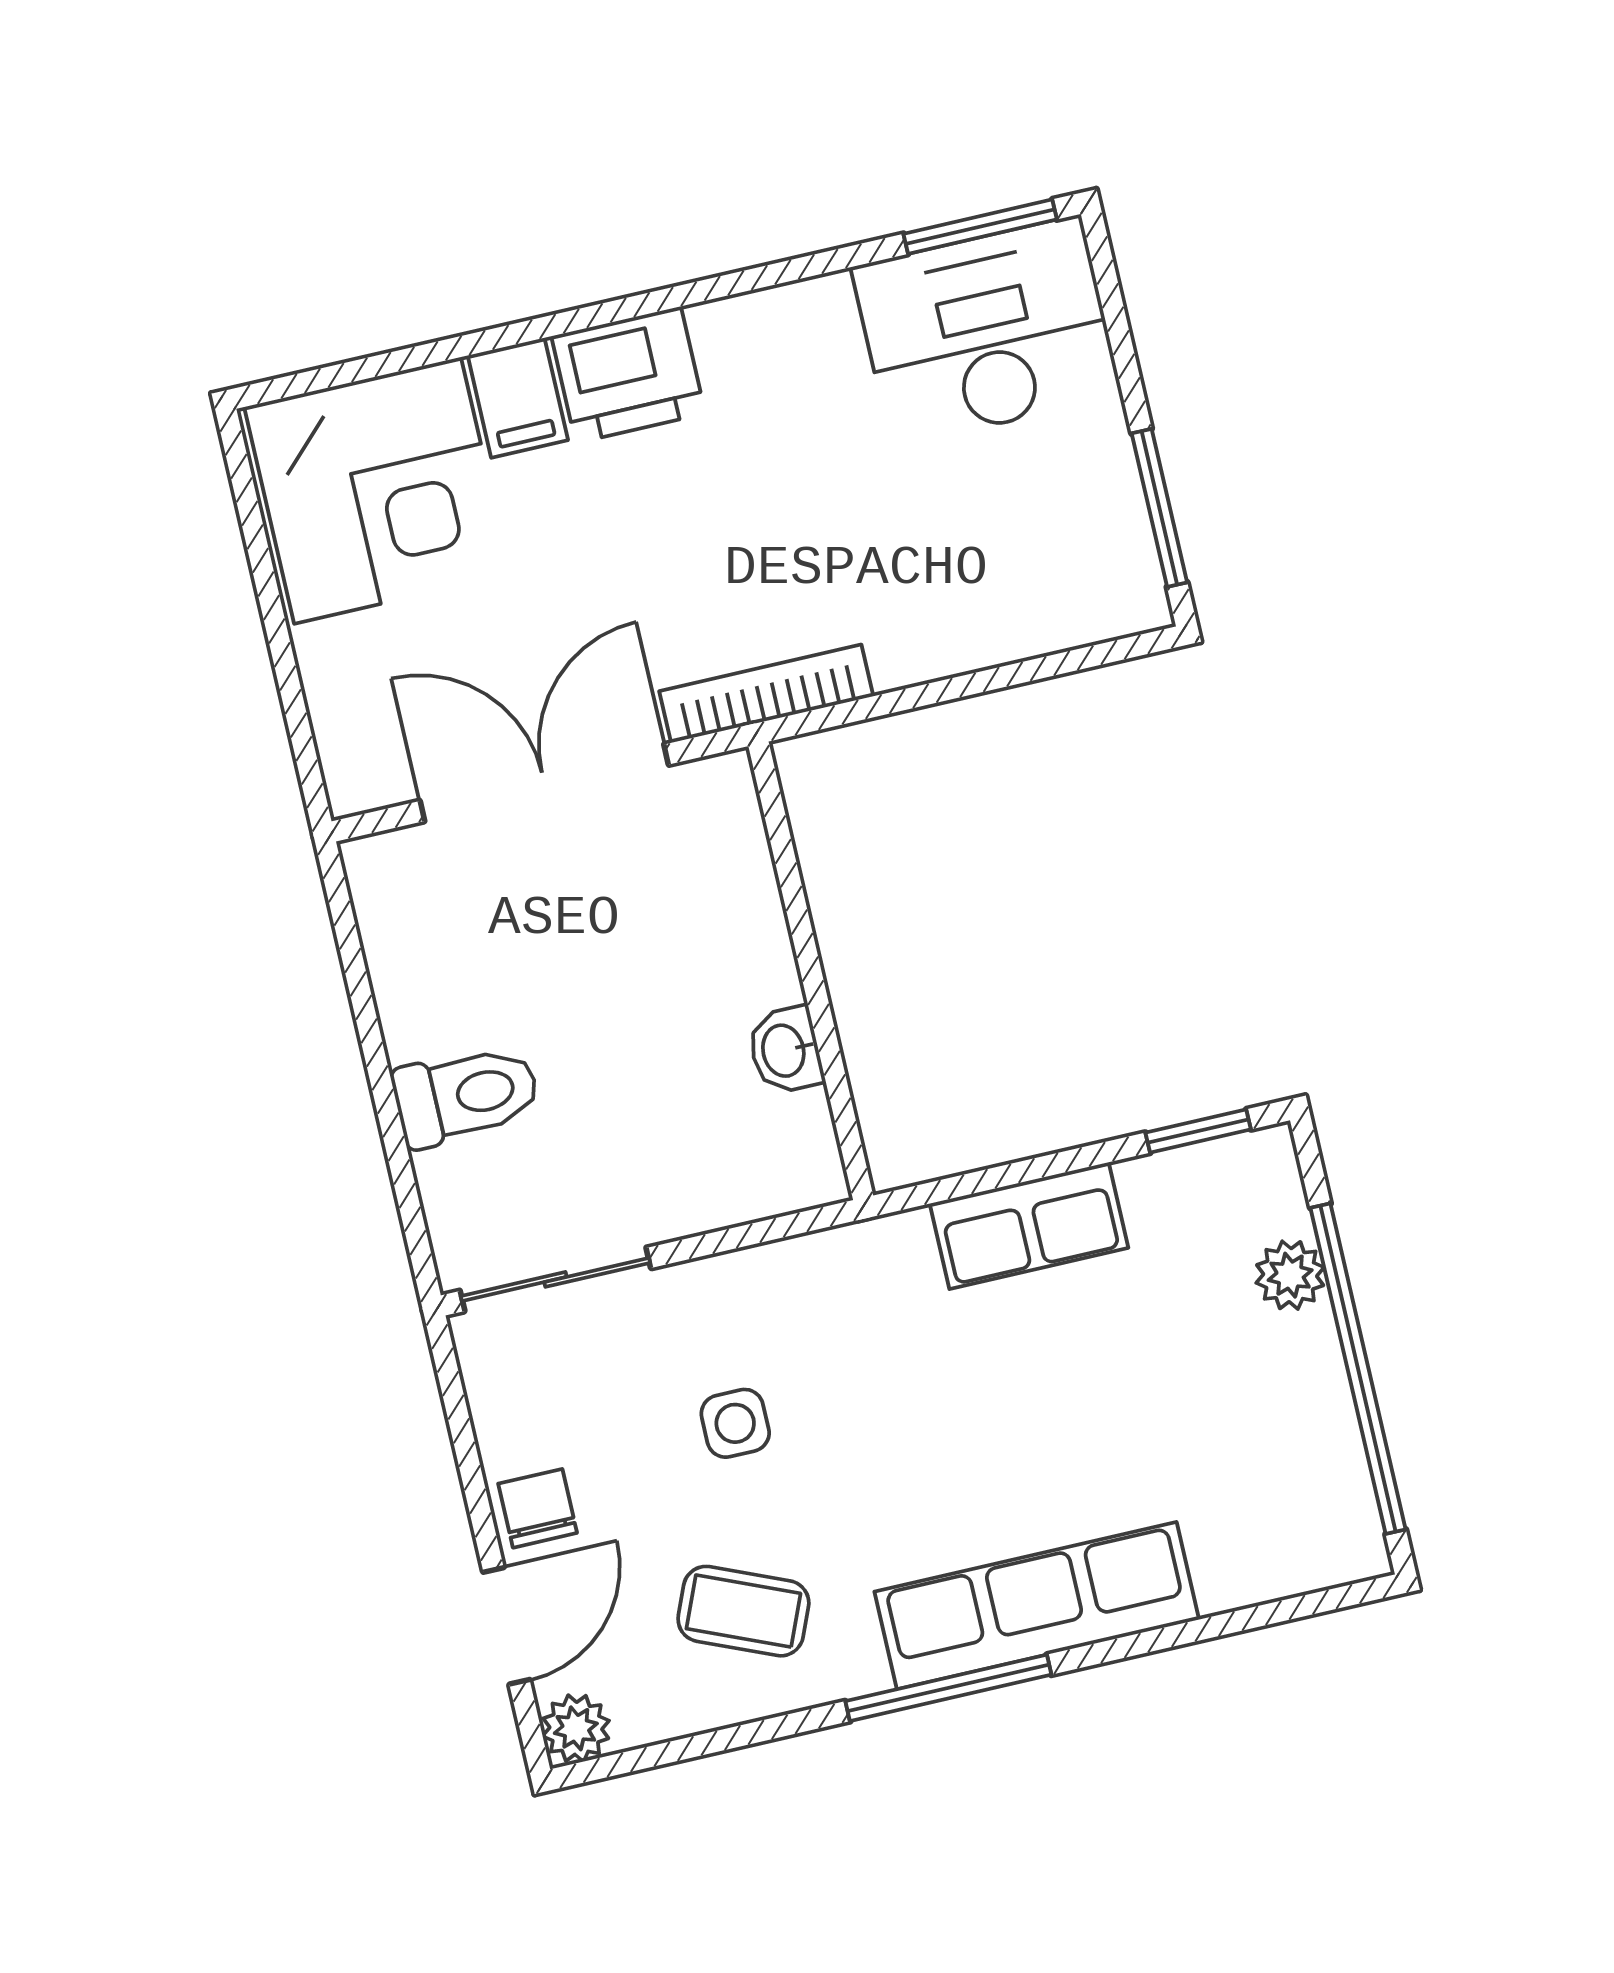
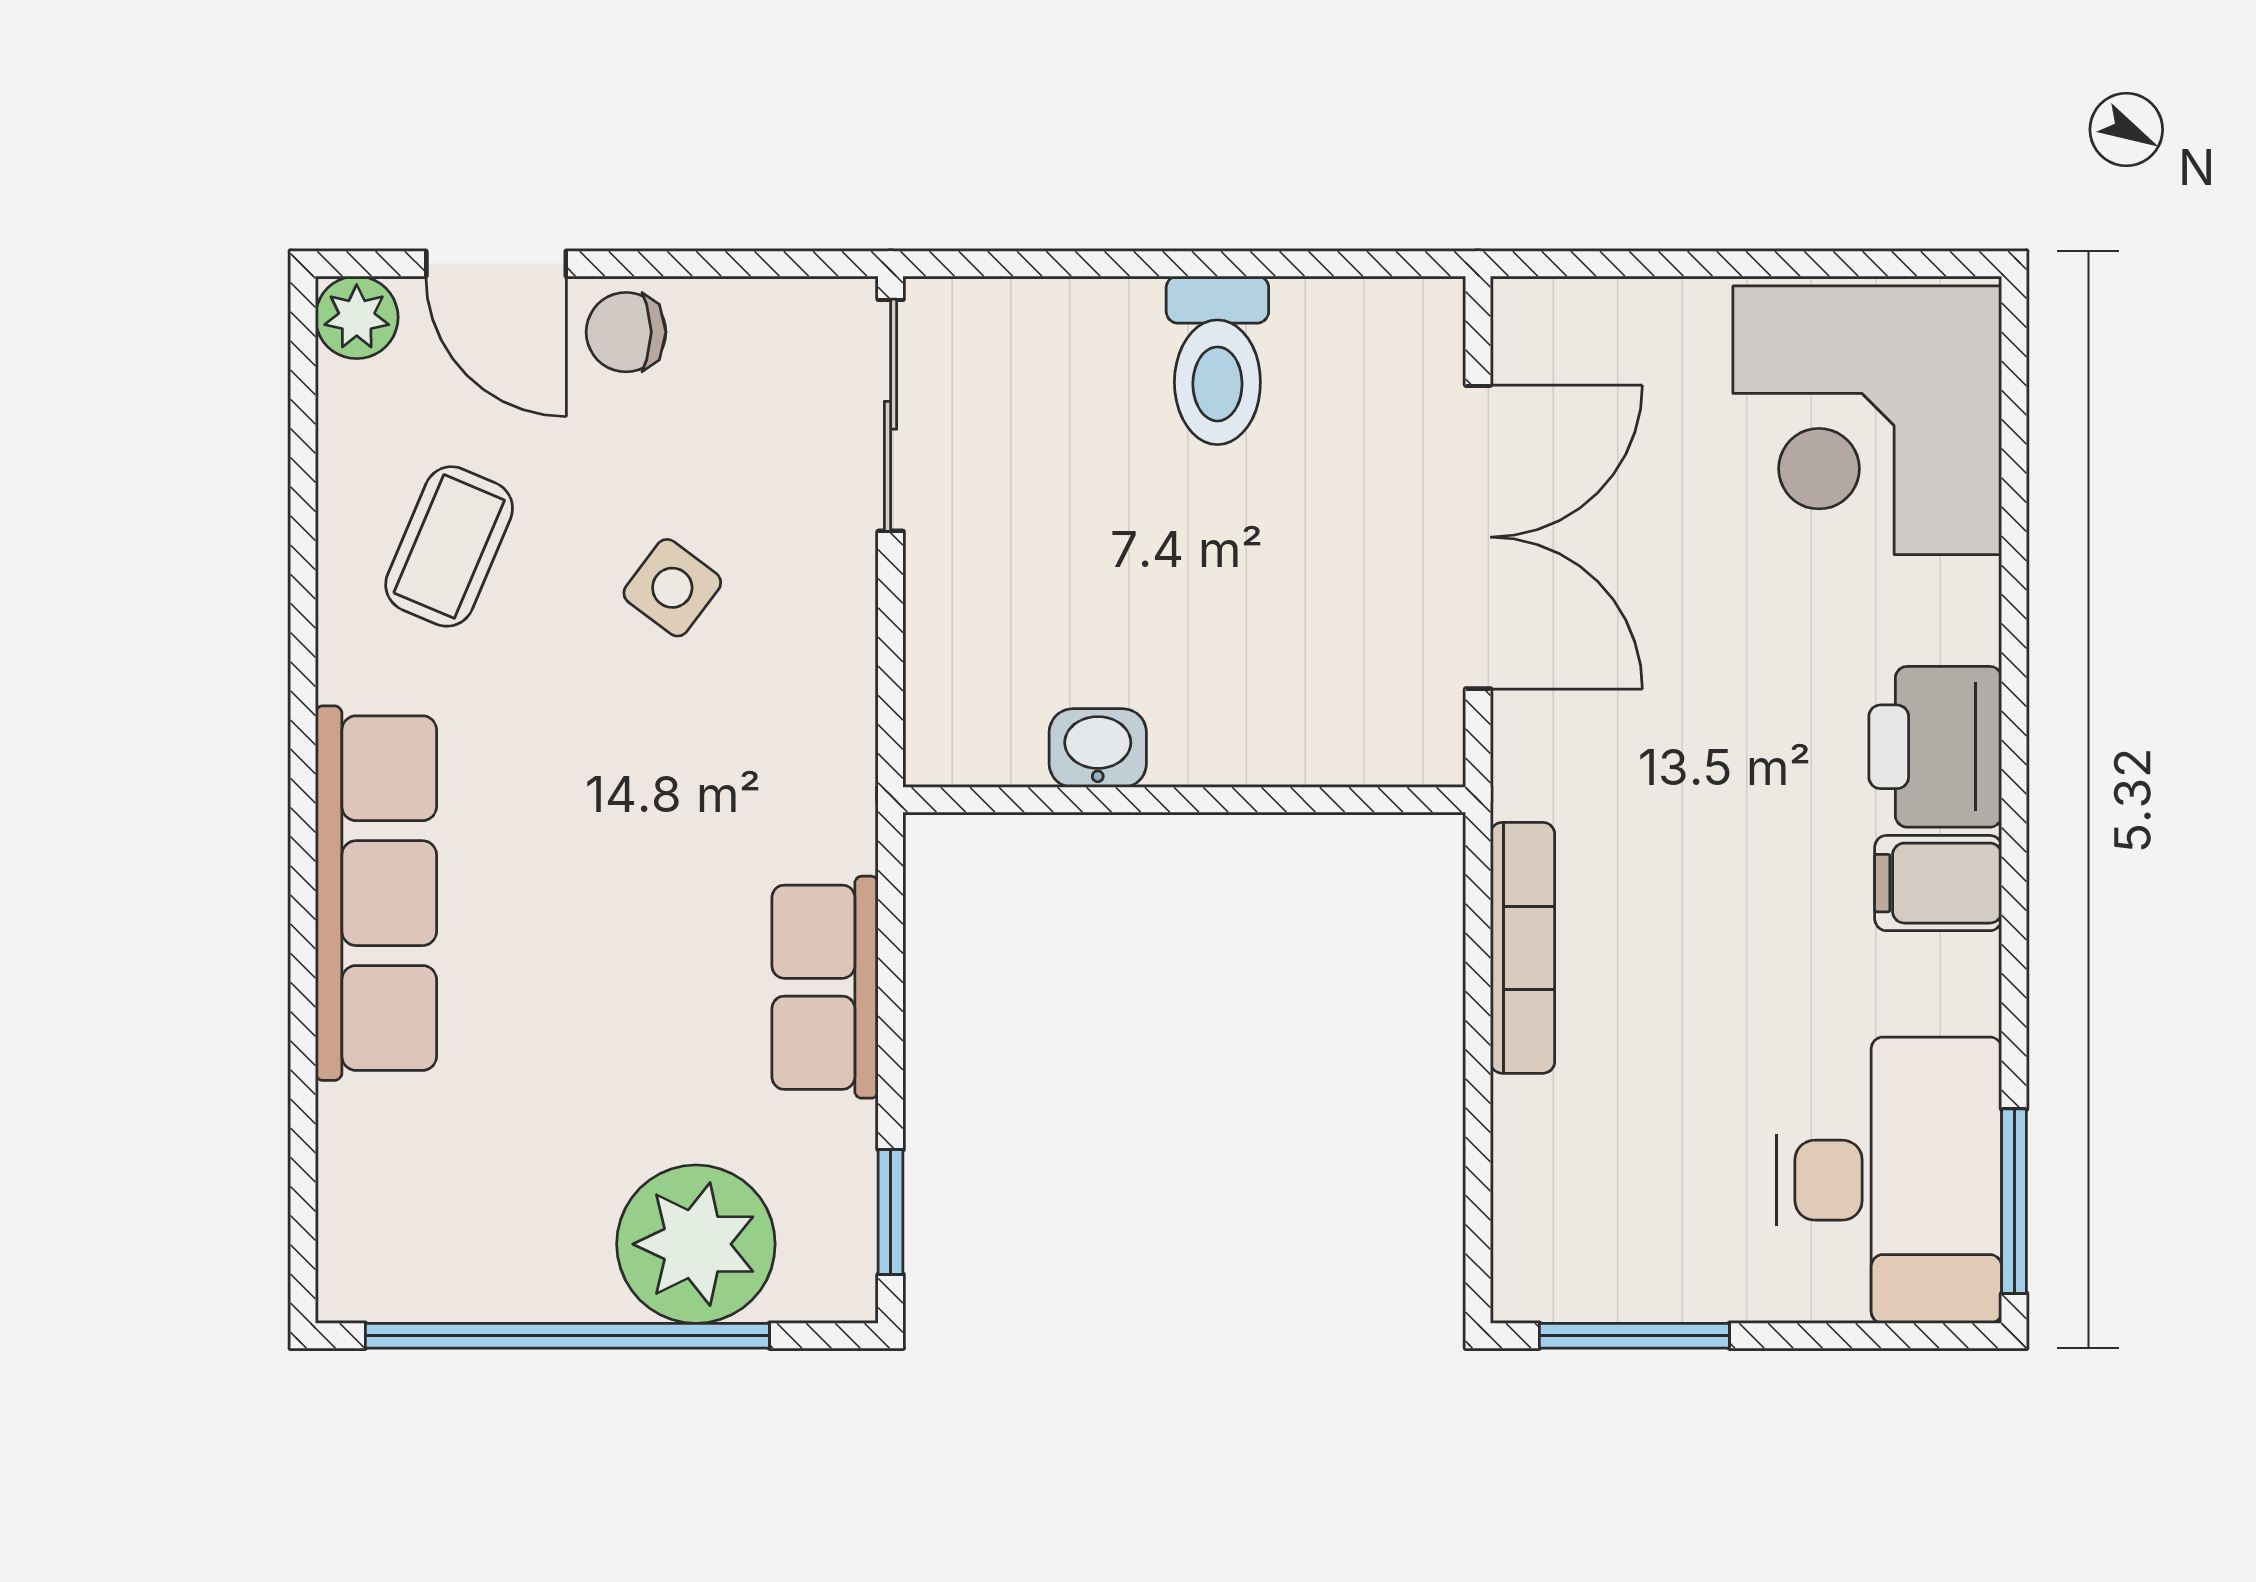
filing cabinet: (518, 398) -> (1938, 883), moved
bookcase: (766, 694) -> (1523, 948), moved
toilet: (466, 1095) -> (1217, 360), moved
plant: (1290, 1275) -> (696, 1244), width x1.87, depth x1.87
side table: (735, 1423) -> (672, 588), turned 37
chair: (538, 1508) -> (626, 332), turned 180
window: (948, 1688) -> (303, 767), removed

